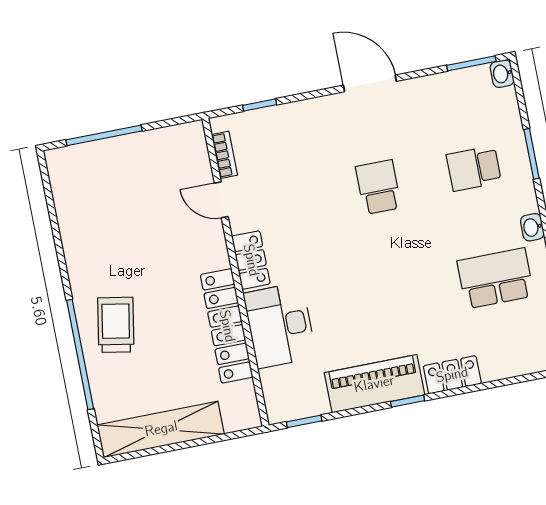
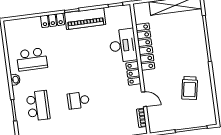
school desk: (474, 168) -> (38, 106), width x1.85
school desk: (378, 187) -> (78, 100), turned 90
trolley: (116, 325) -> (190, 88), moved

